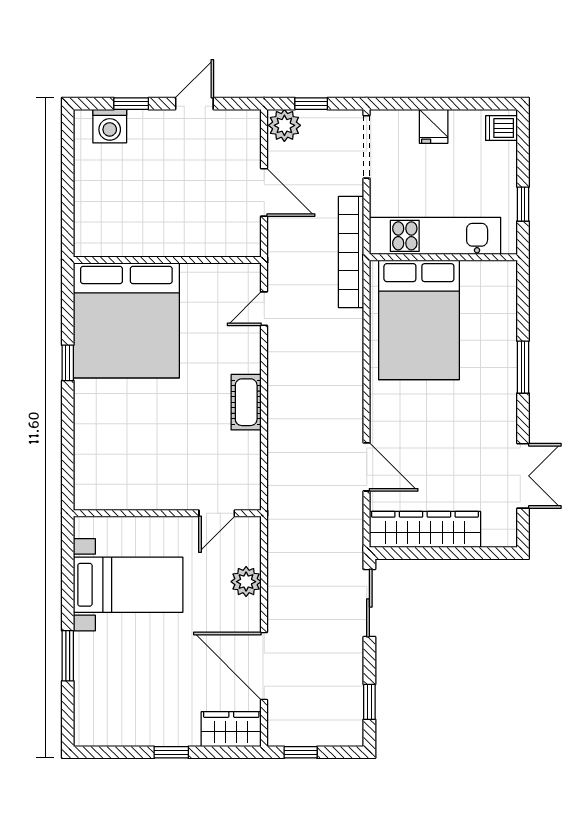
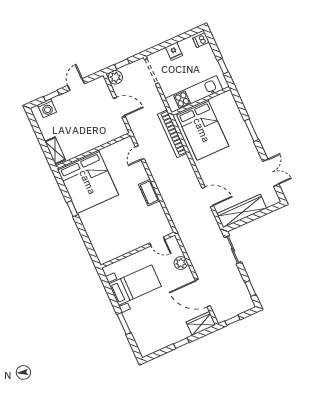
shelving: (87, 223) -> (55, 151), added
bookcase: (351, 252) -> (172, 134), moved
door: (217, 513) -> (157, 241), hinge flipped

